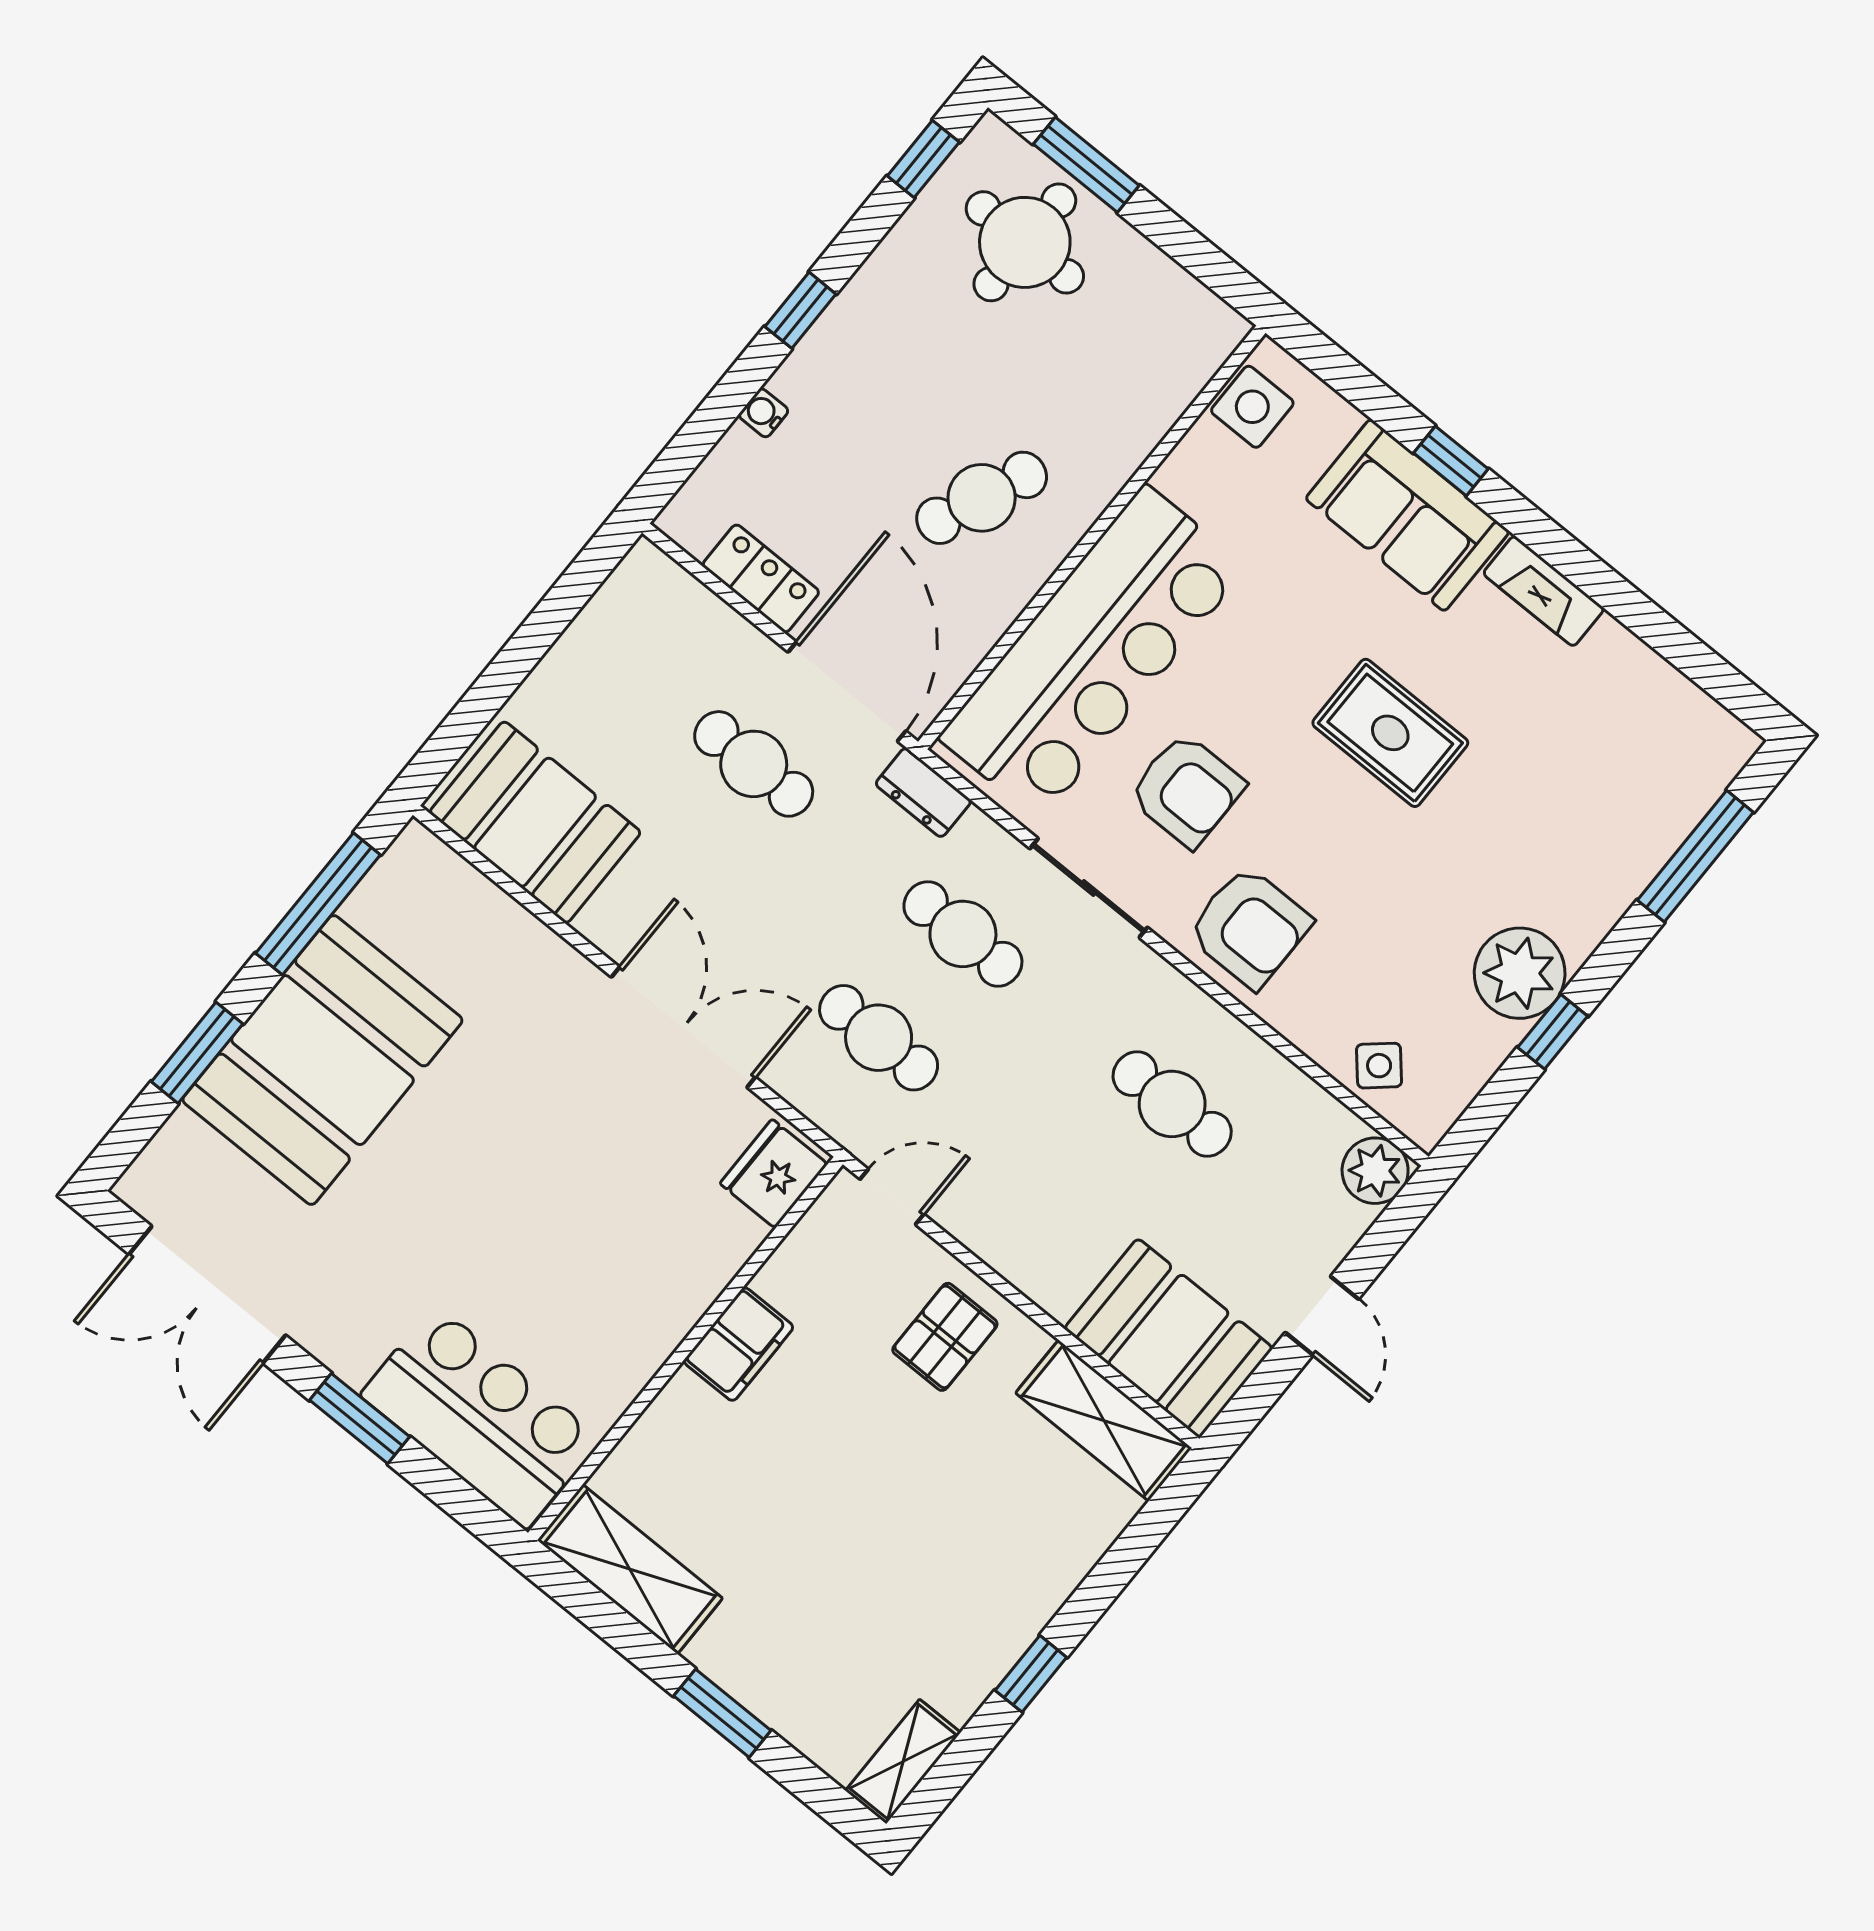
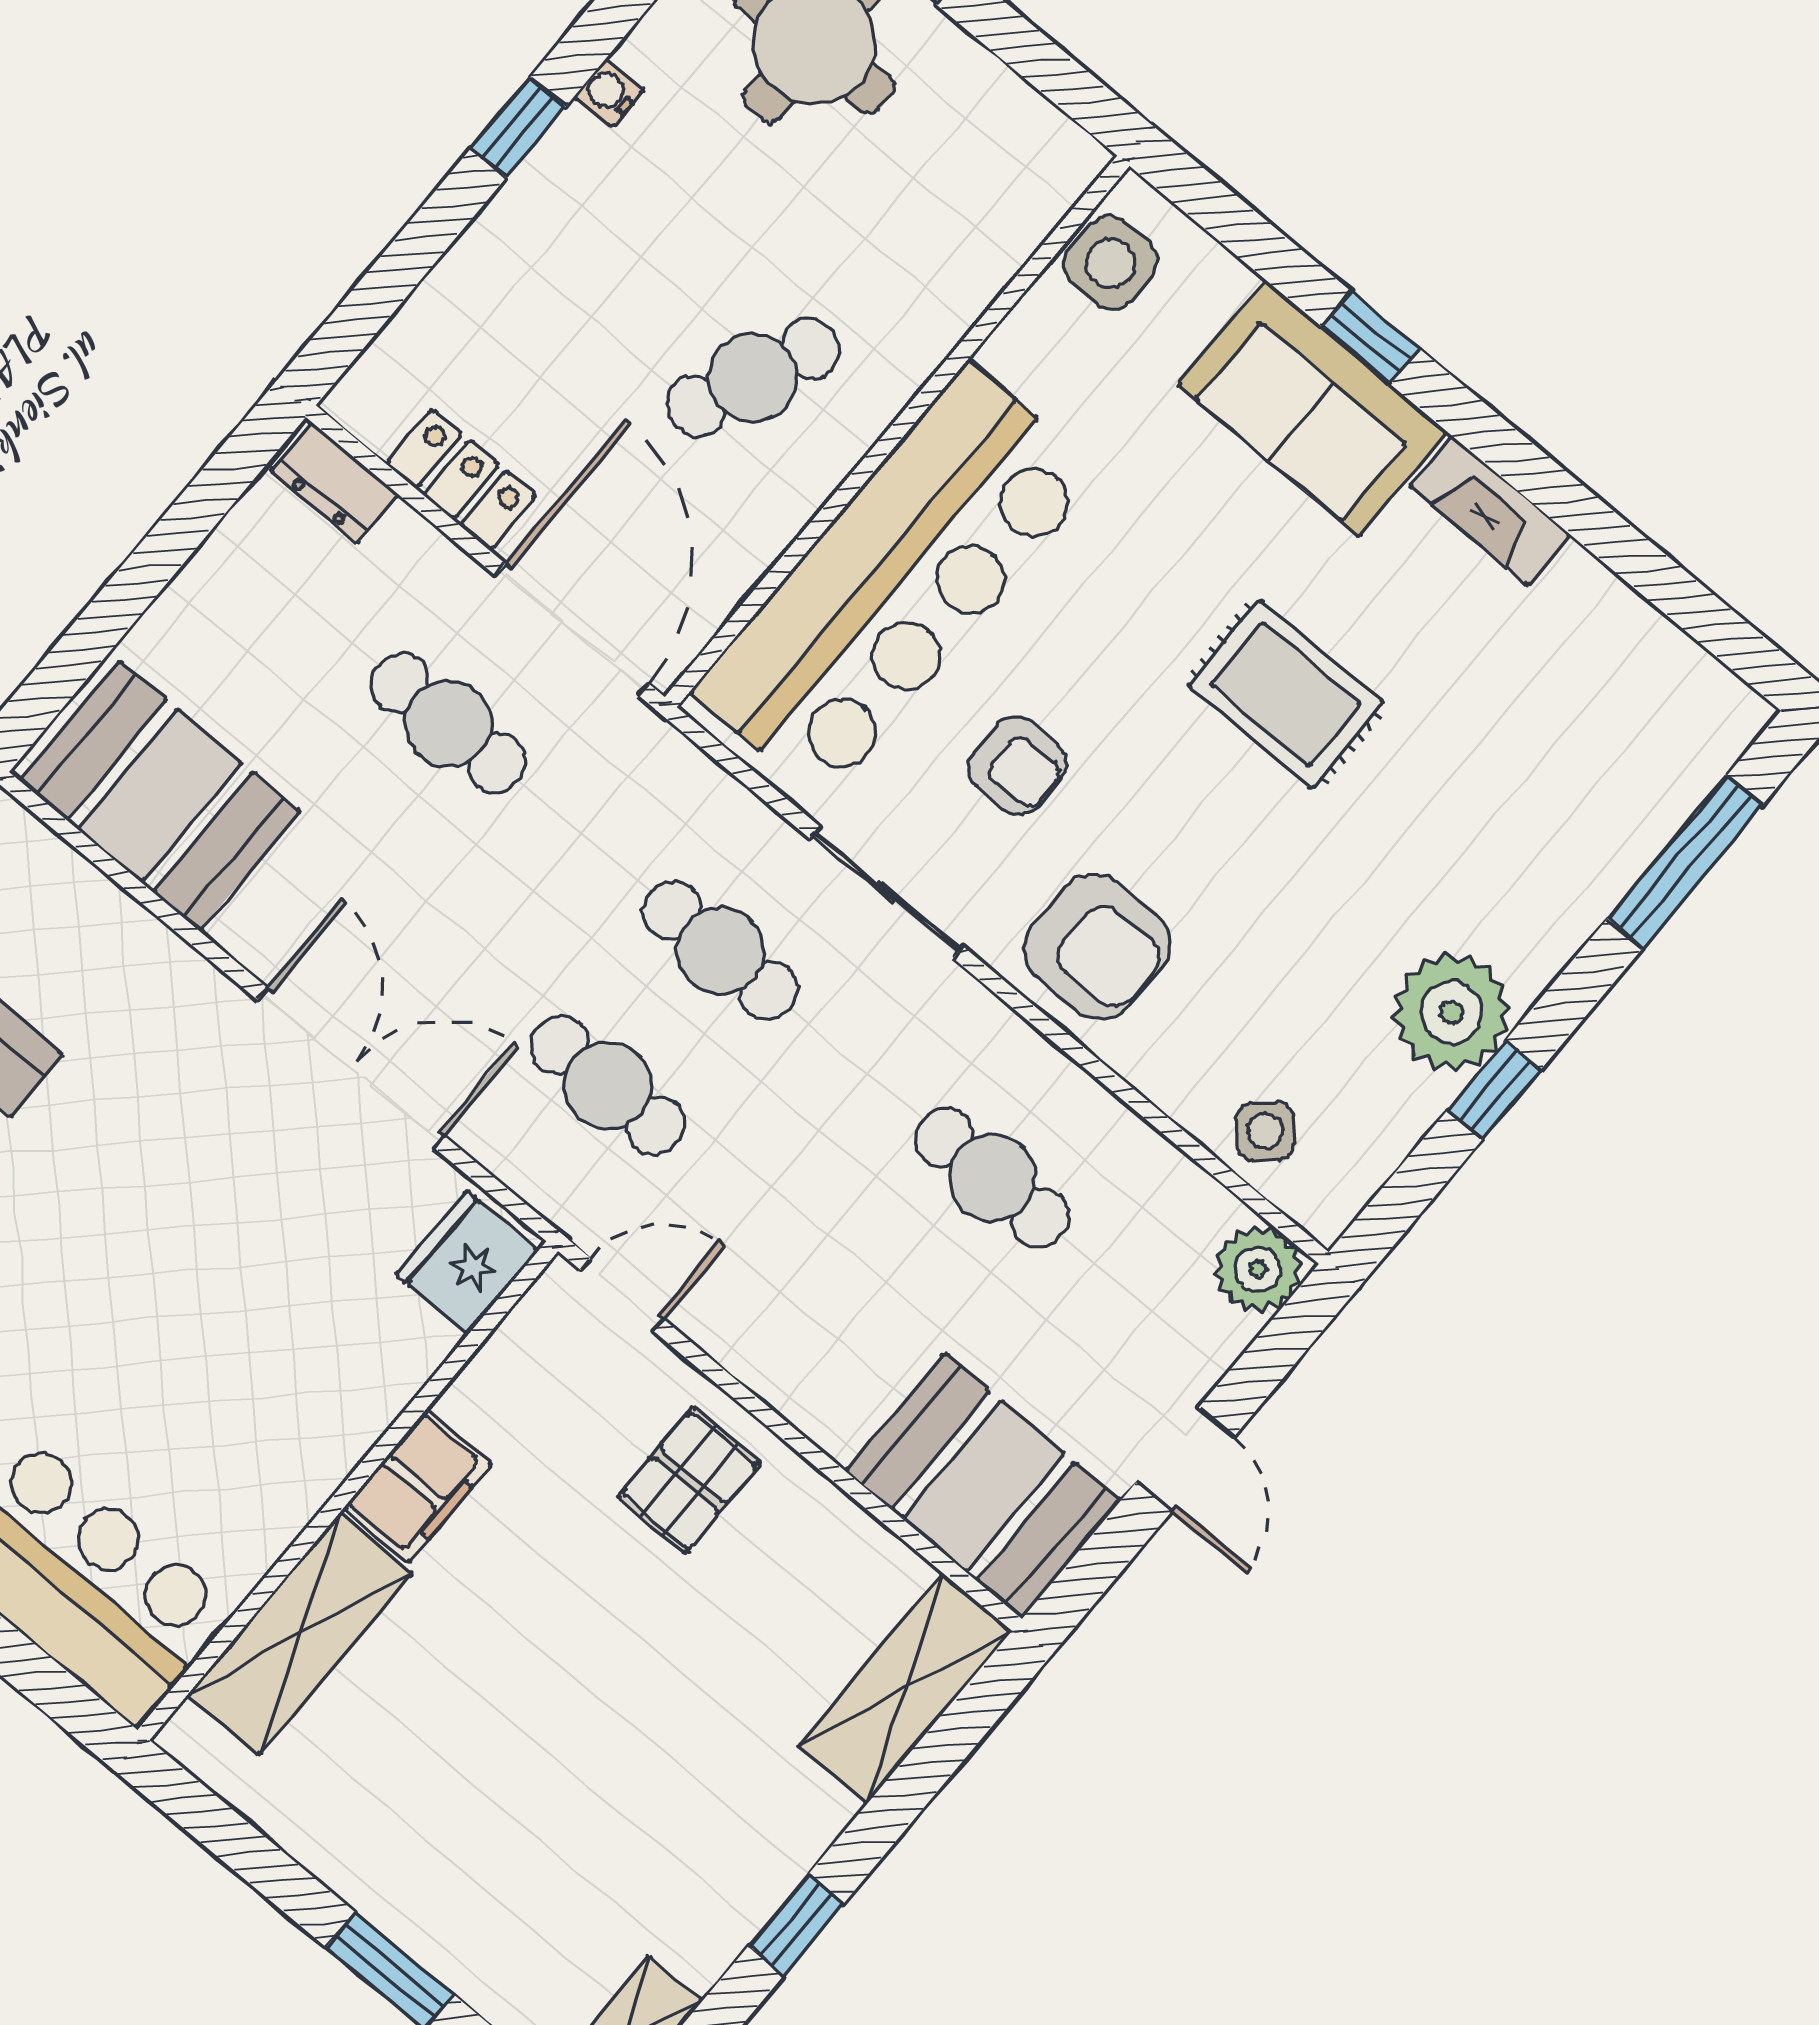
water cooler: (764, 413) -> (609, 93), moved
armchair: (1187, 790) -> (1017, 766), width x0.72, depth x0.72
dresser: (923, 793) -> (334, 483), moved
shelving: (1104, 1421) -> (905, 1688), moved, turned 90
shelving: (630, 1569) -> (300, 1634), moved, turned 90

